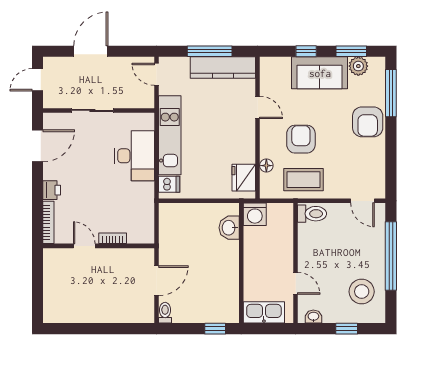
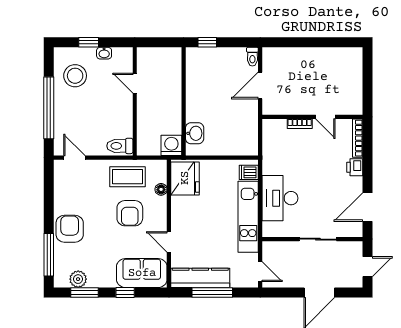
sofa: (320, 73) -> (142, 273), moved
fridge: (244, 178) -> (185, 178), width x1.36, depth x1.34
kitchen sink: (264, 312) -> (163, 57), removed
washbasin: (313, 317) -> (104, 53), moved

